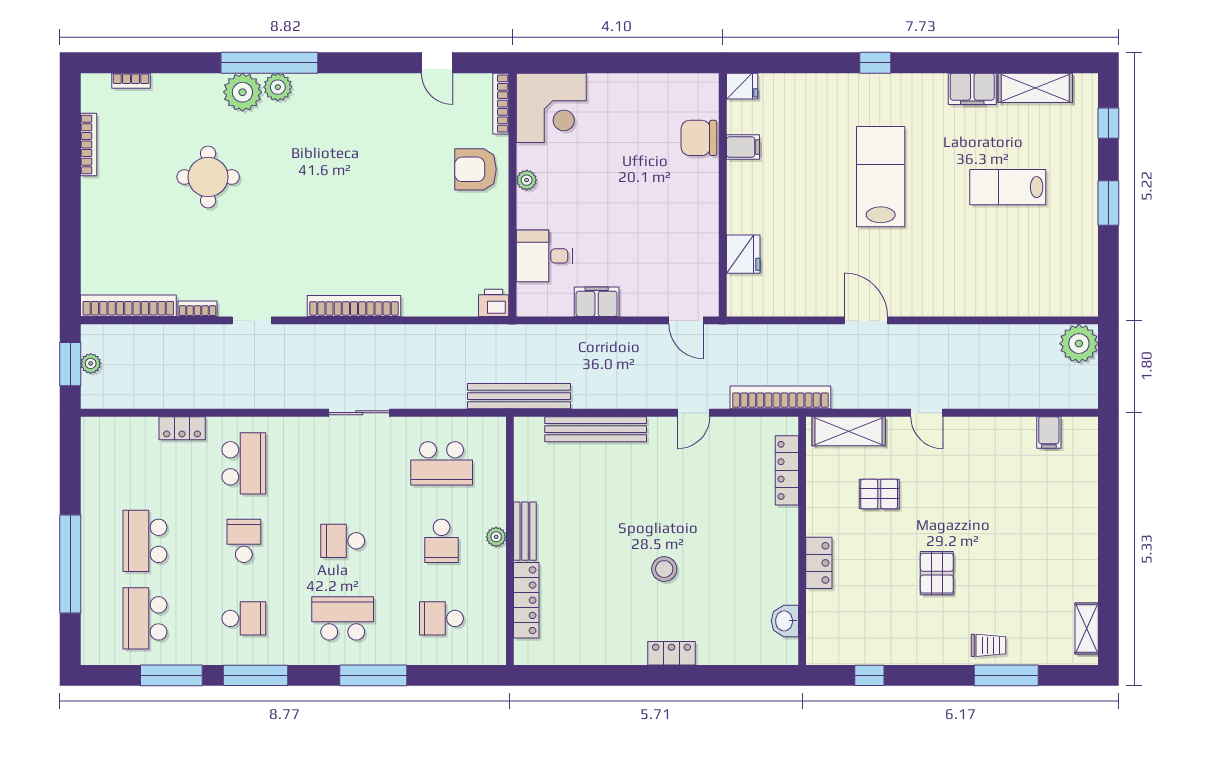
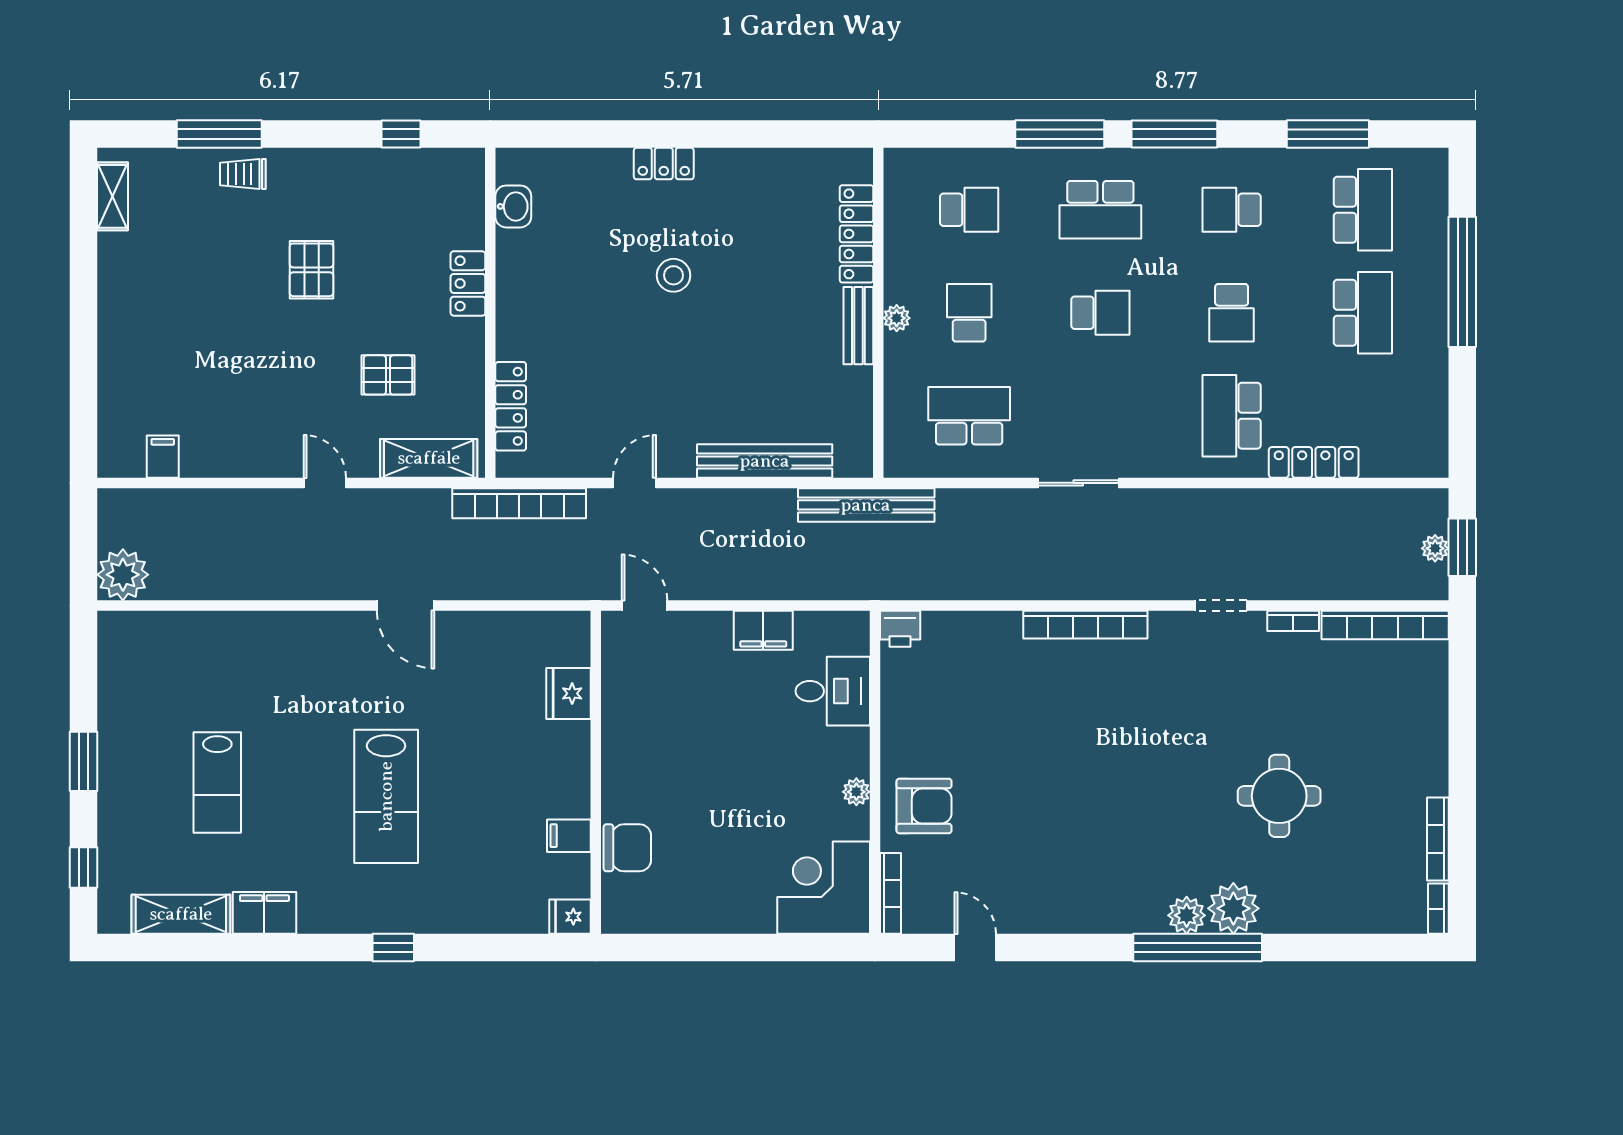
bookcase: (131, 81) -> (1438, 909), moved, turned -90
lab bench: (1008, 187) -> (217, 782), turned 90
locker: (182, 428) -> (1314, 462), width x1.53
window: (256, 675) -> (1174, 134), moved

